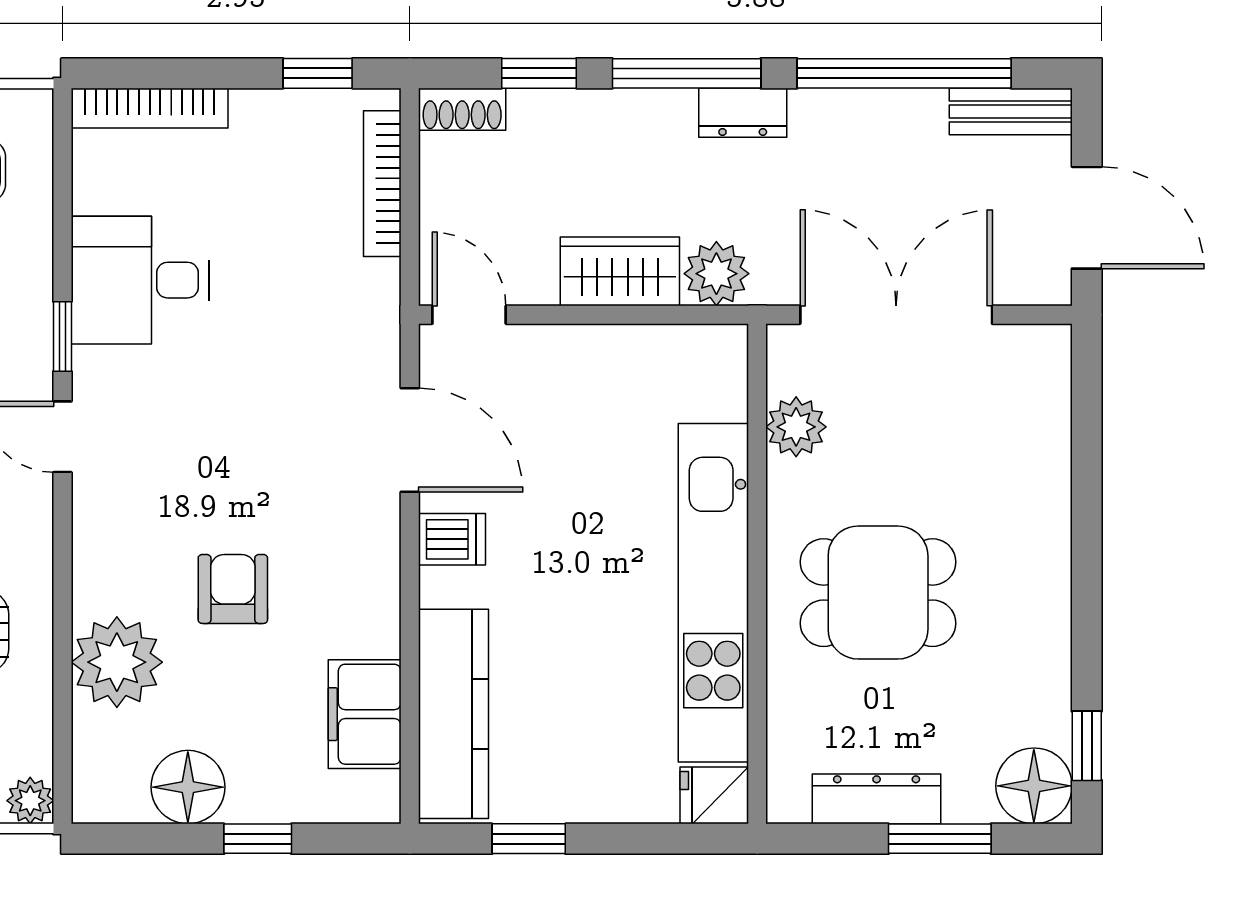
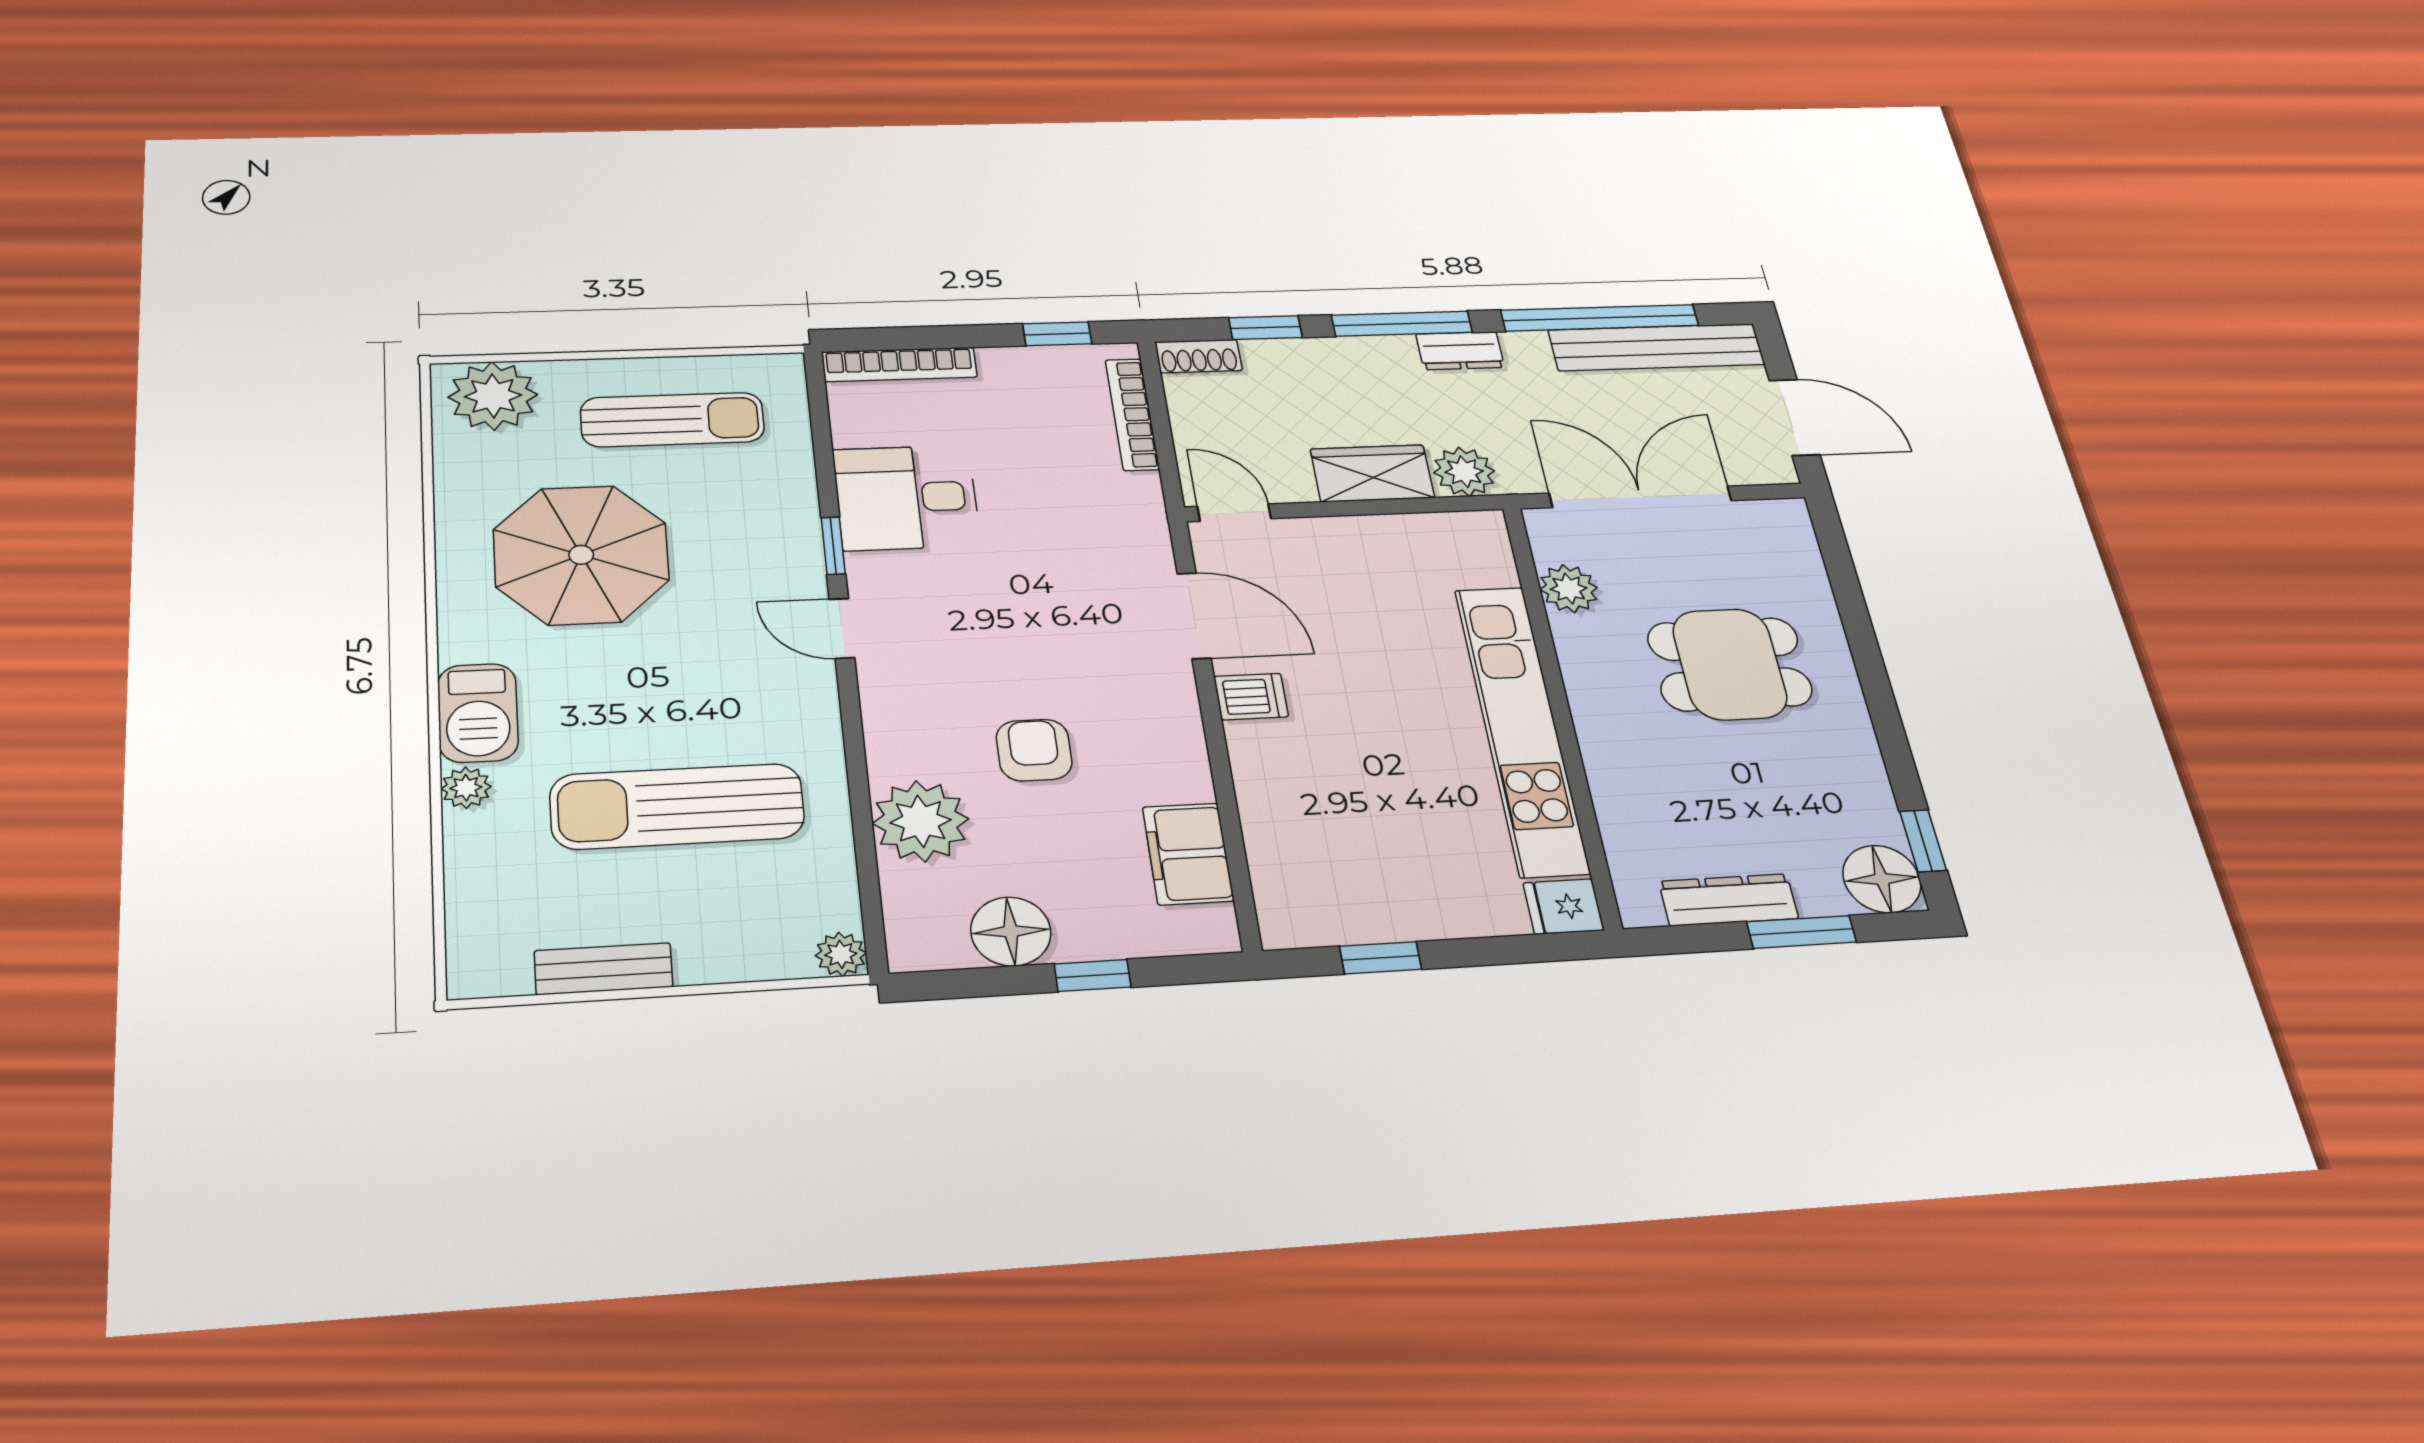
bench: (1011, 112) -> (1657, 347), width x1.86, depth x1.21
dining table: (878, 593) -> (1730, 664), moved
kitchen counter: (454, 714) -> (1280, 848), removed

